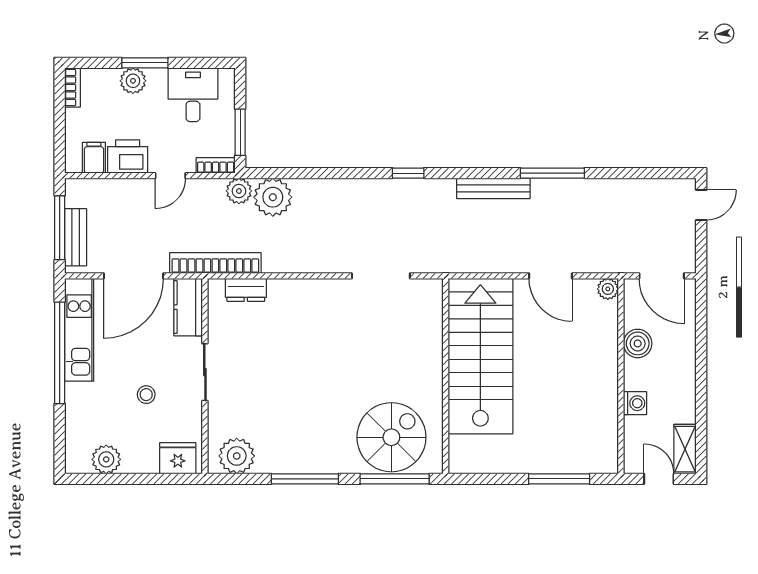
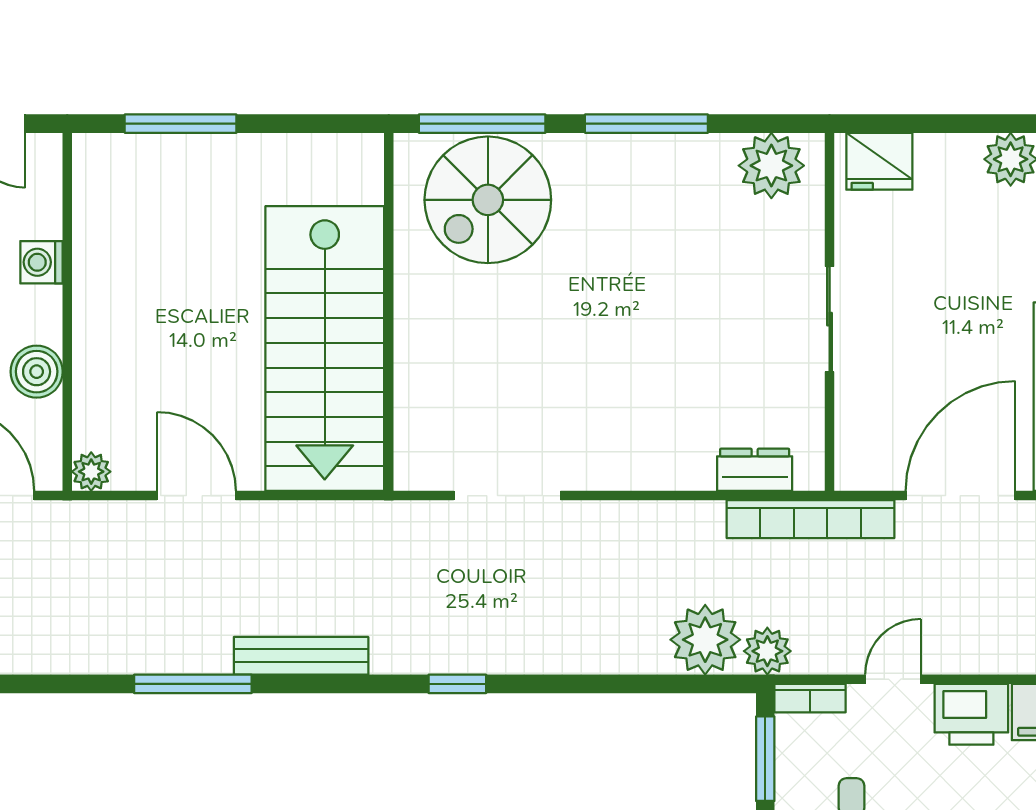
kitchen counter: (188, 307) -> (860, 438), removed
stool: (146, 395) -> (937, 278), removed

